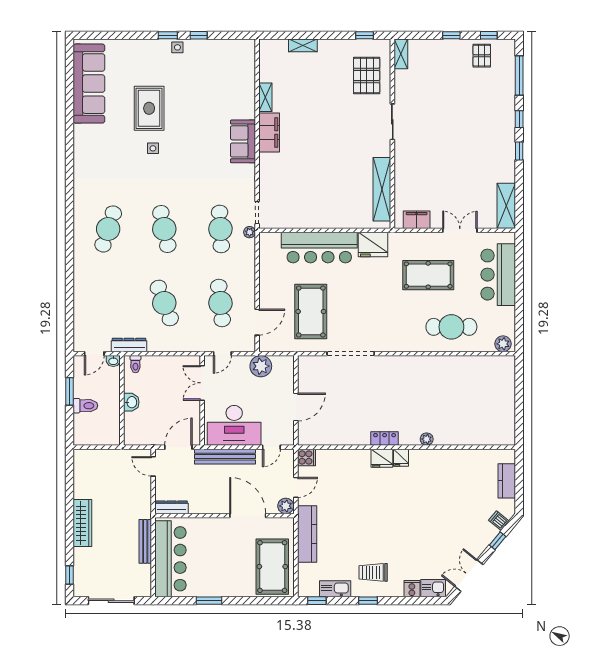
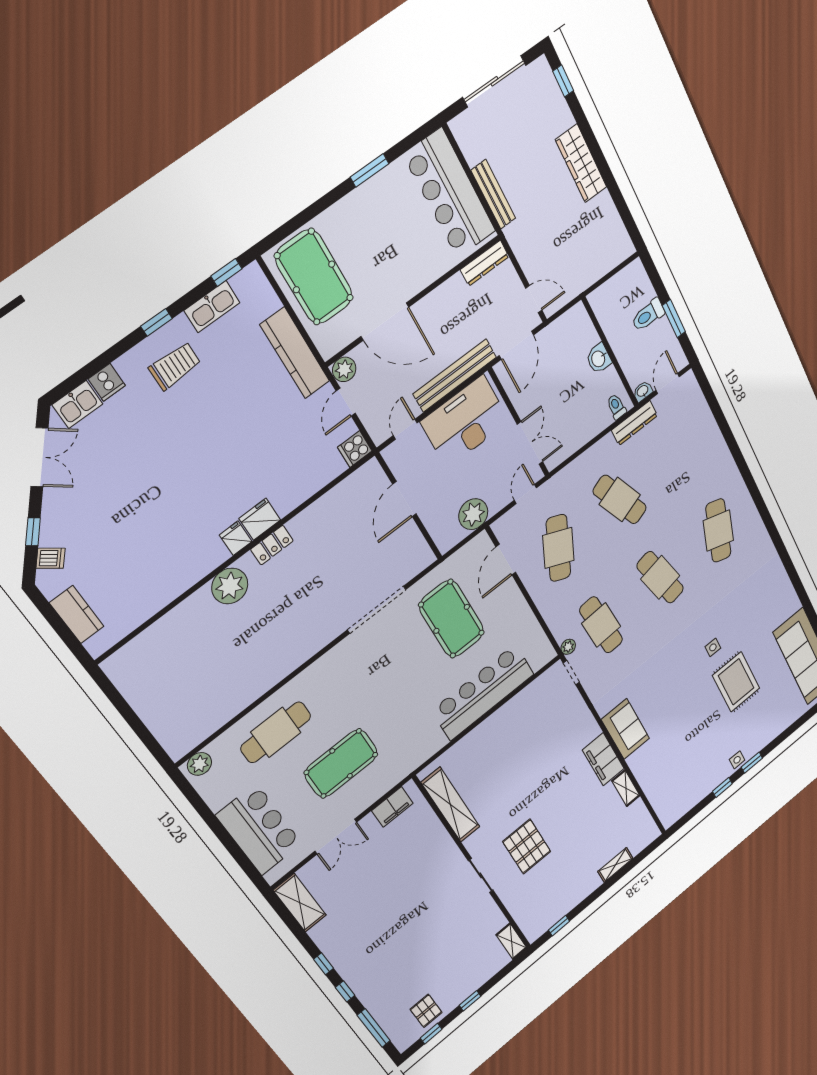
pallet: (367, 76) -> (527, 847), moved
fridge: (373, 244) -> (425, 743), removed
cafe table: (220, 303) -> (558, 548), turned 30
plant: (427, 439) -> (230, 586), width x1.87, depth x1.87

